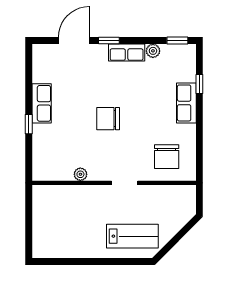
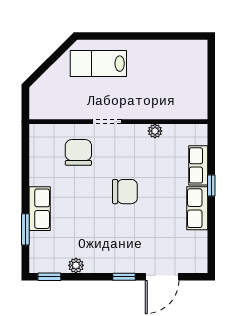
row of seats: (127, 52) -> (198, 165), moved, turned -90
window: (199, 84) -> (25, 229), width x1.50
chair: (167, 157) -> (78, 152), moved

